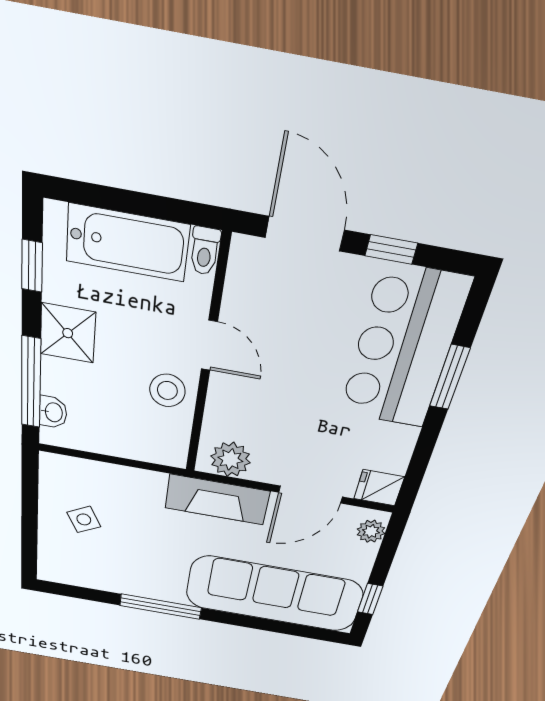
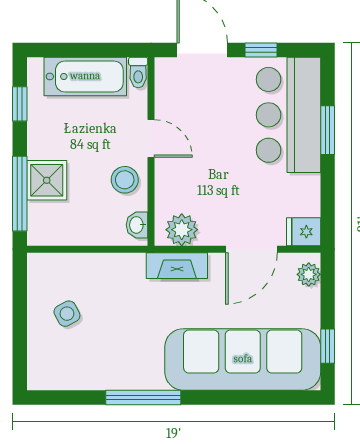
shower: (68, 333) -> (47, 180), moved
washbasin: (53, 412) -> (137, 225), moved, turned 180
fireplace: (217, 500) -> (177, 266), width x0.73, depth x0.76

